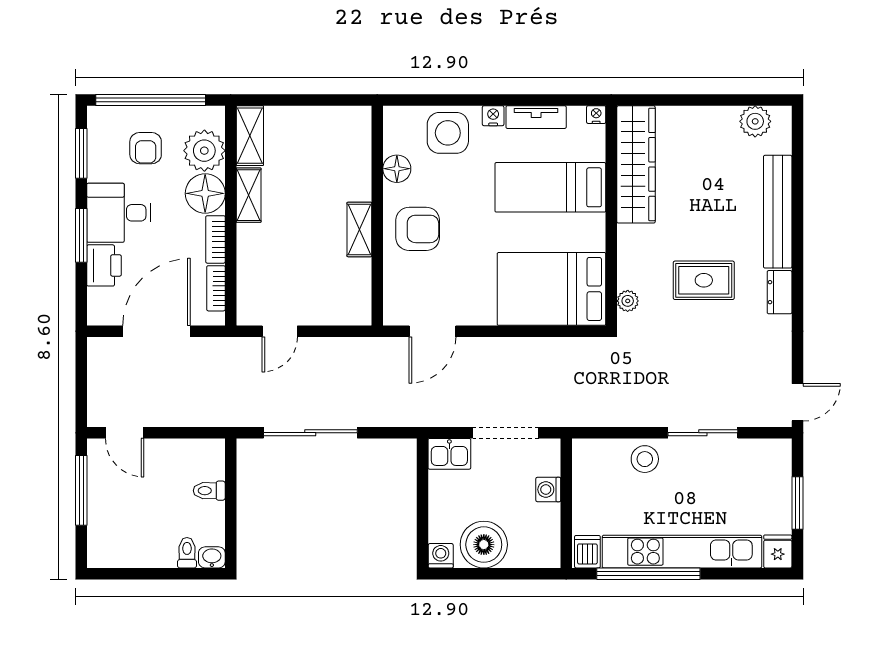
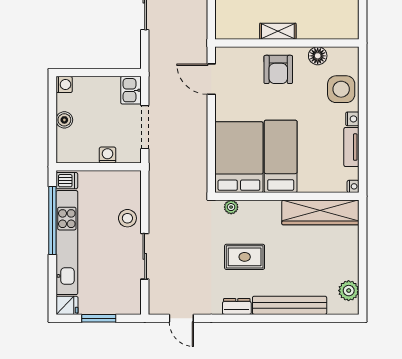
bed: (550, 187) -> (281, 156), moved
rug: (704, 280) -> (245, 257), turned 90
door: (797, 402) -> (181, 318), moved
boiler: (484, 545) -> (64, 120), width x0.54, depth x0.54

